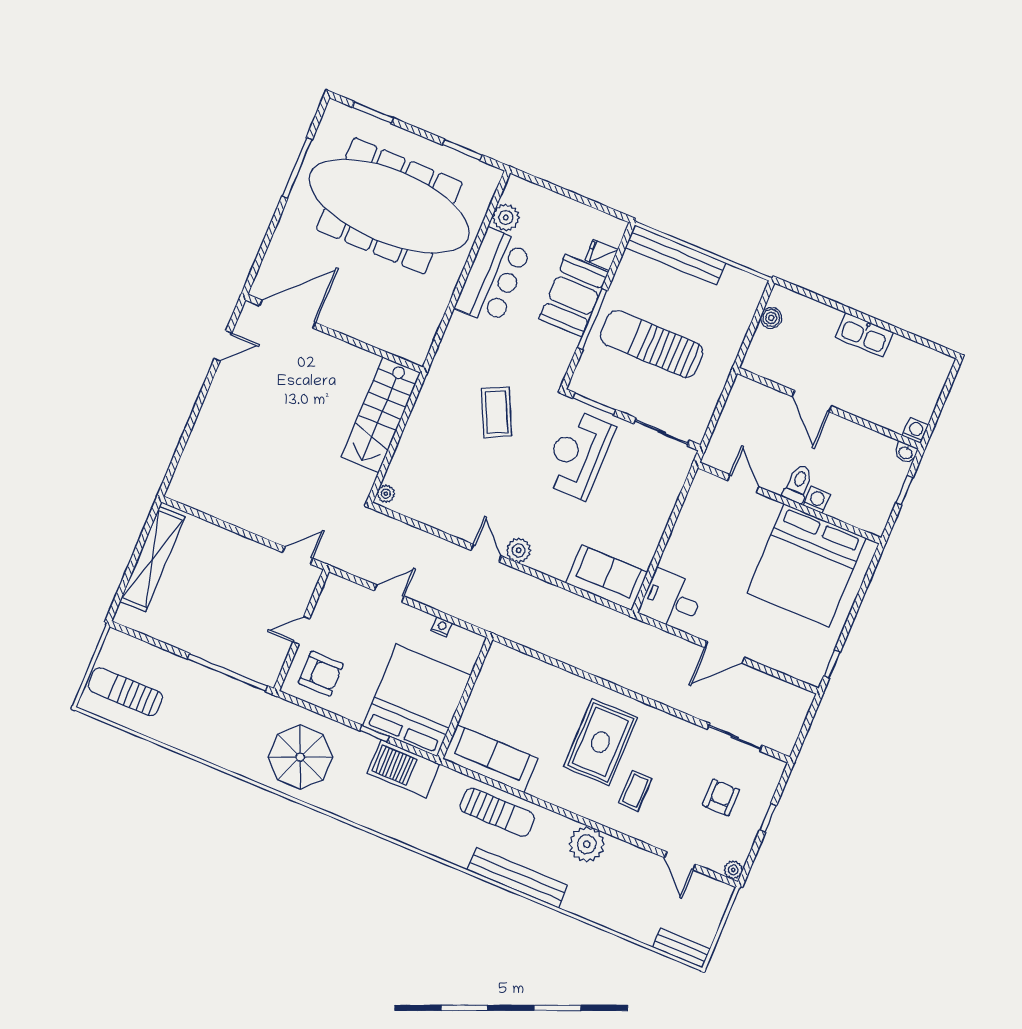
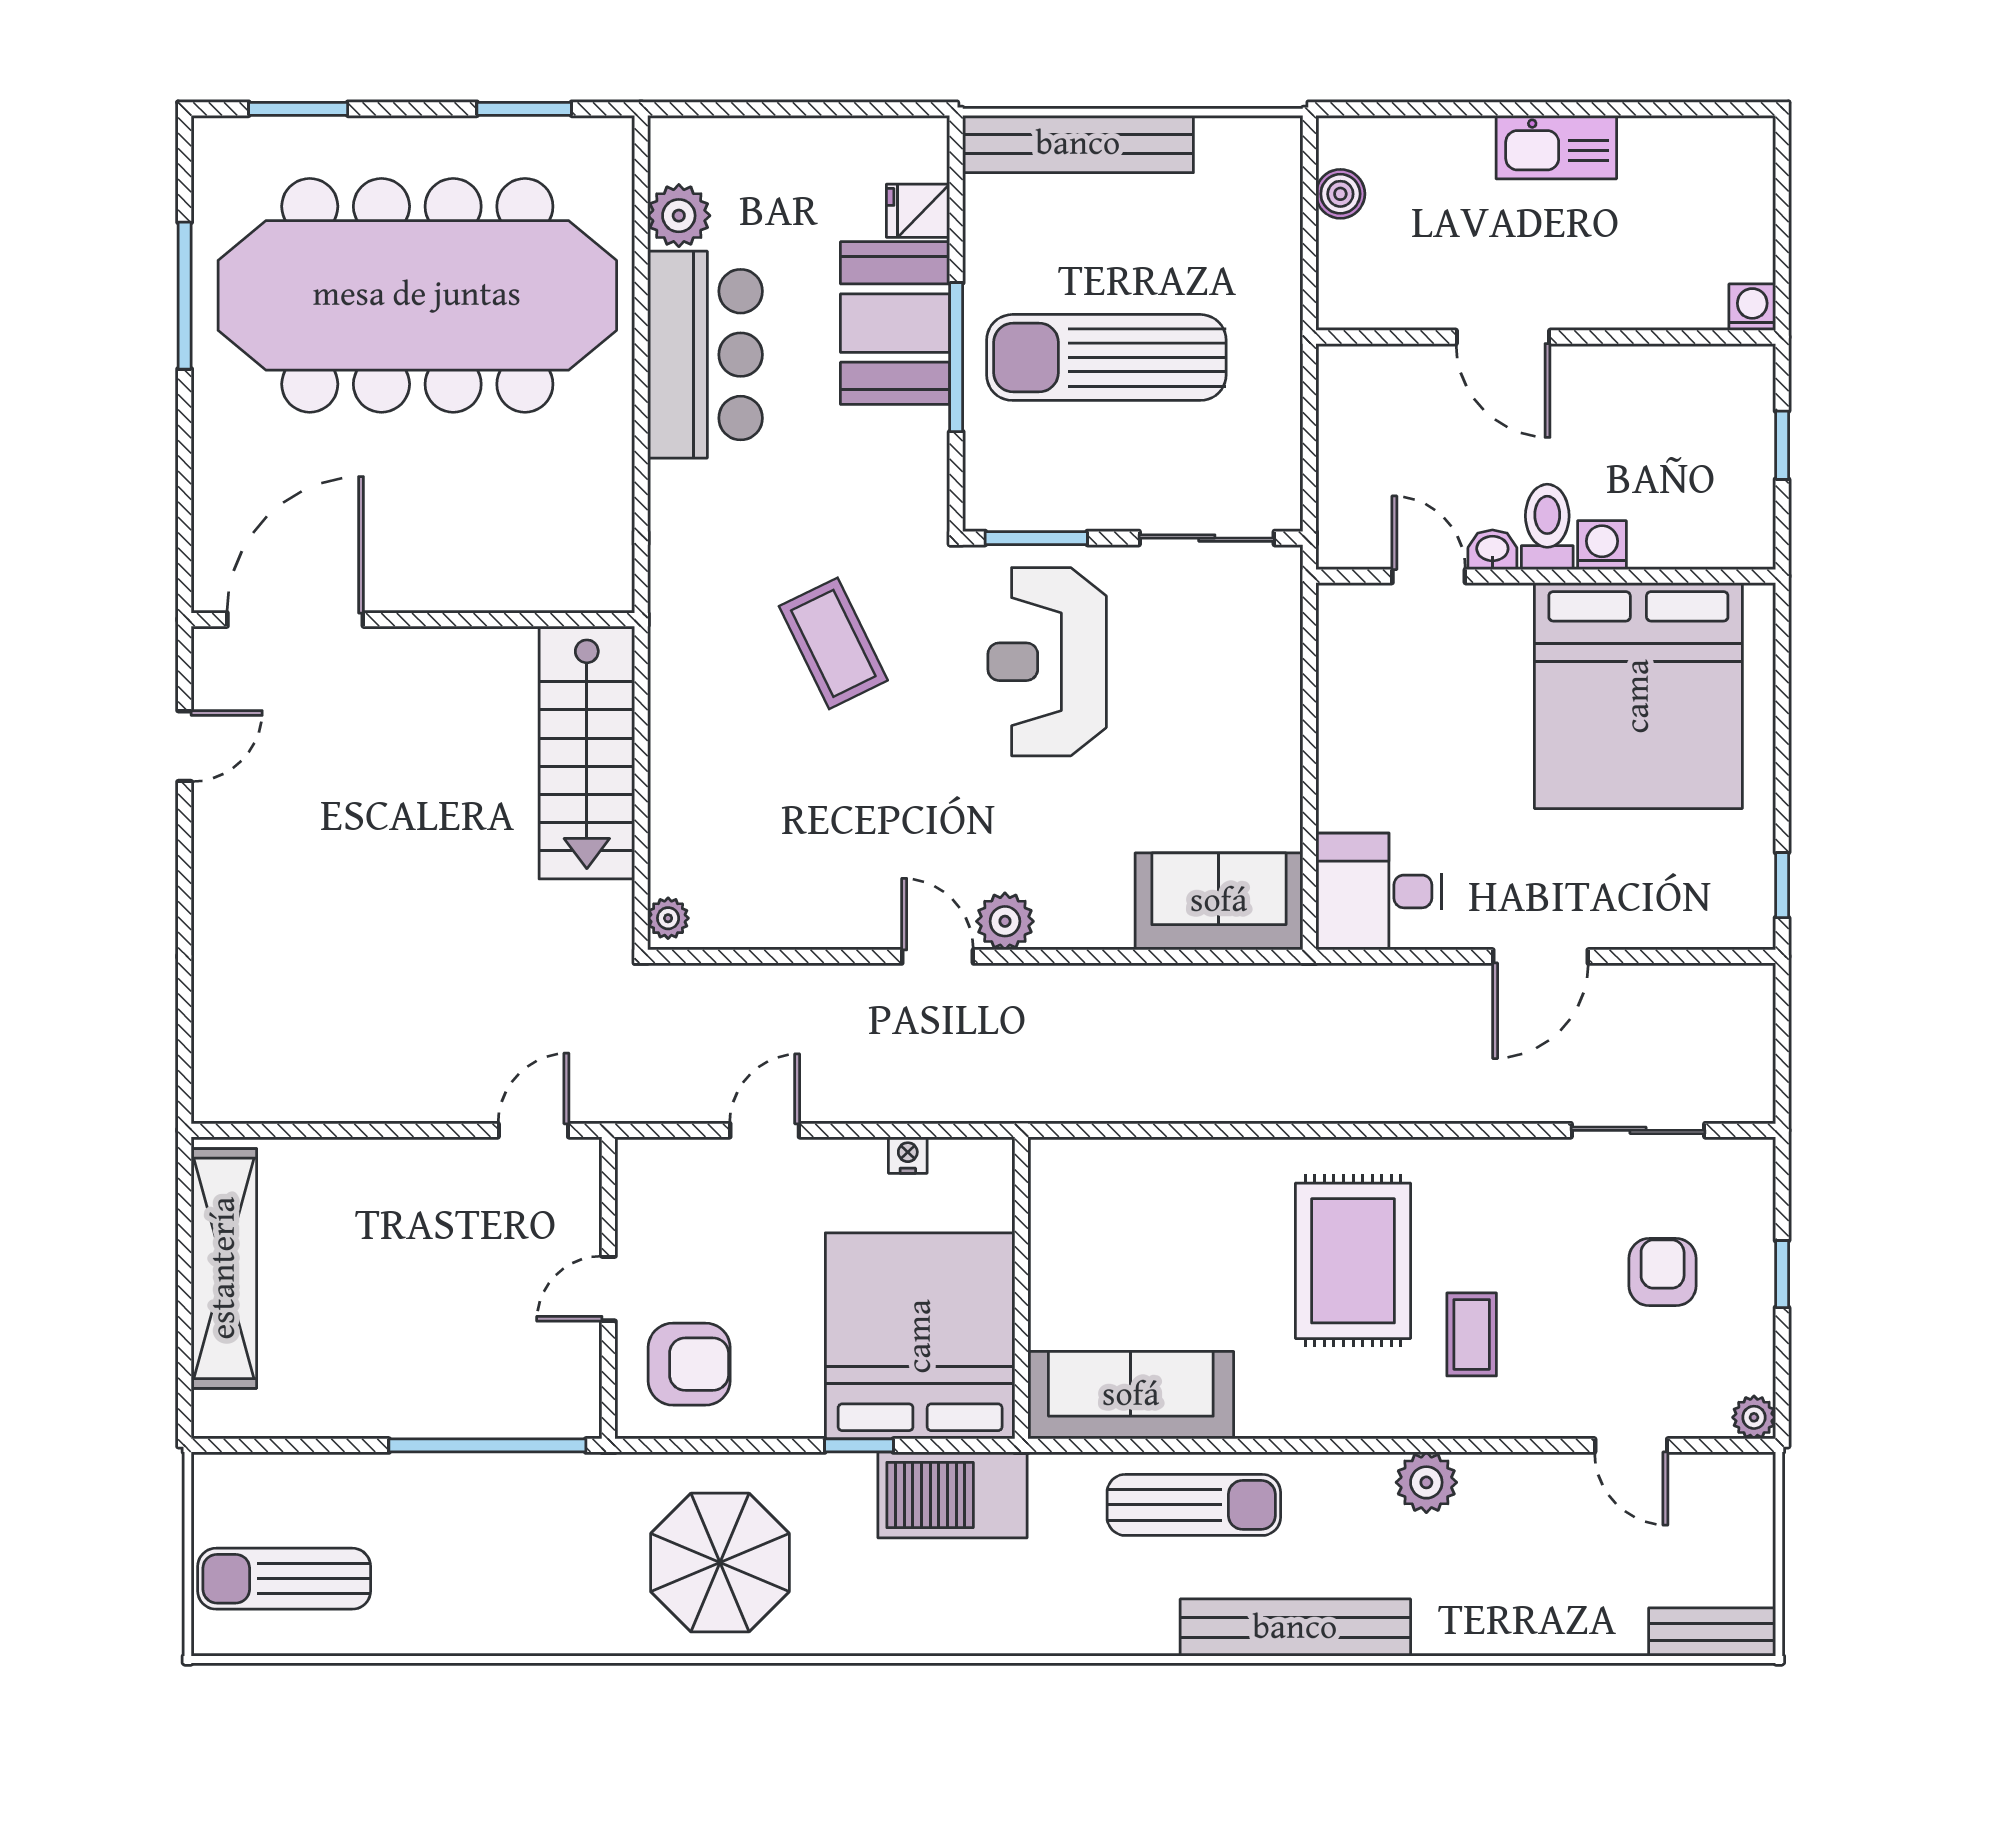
washbasin: (906, 452) -> (1492, 550), moved, turned 180
plant: (587, 844) -> (1426, 1482), width x0.73, depth x0.73

